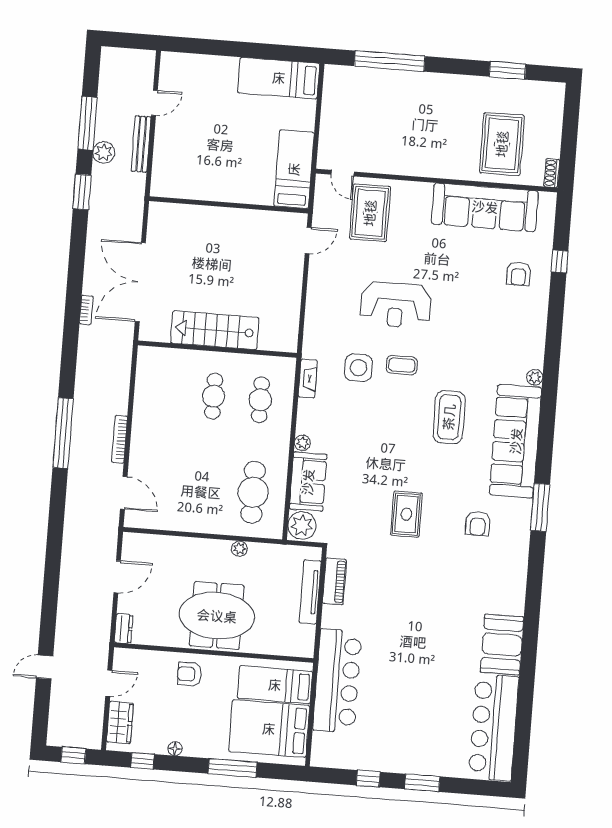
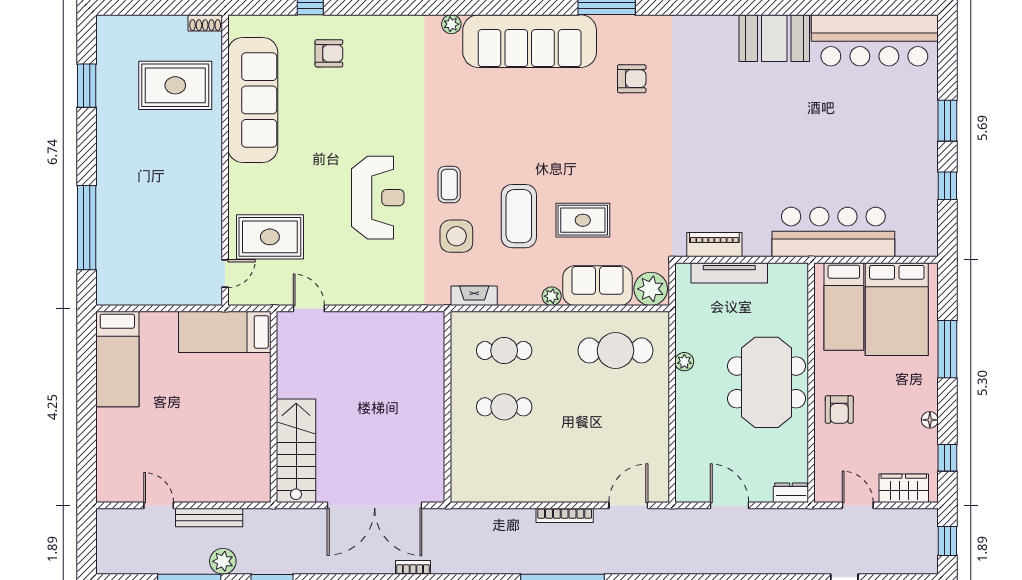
stairs: (215, 330) -> (296, 451), moved, turned 180
coffee table: (449, 417) -> (519, 216), moved, turned 90
rug: (406, 514) -> (583, 220), moved

